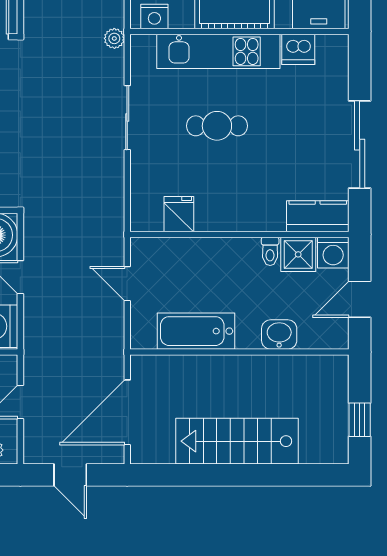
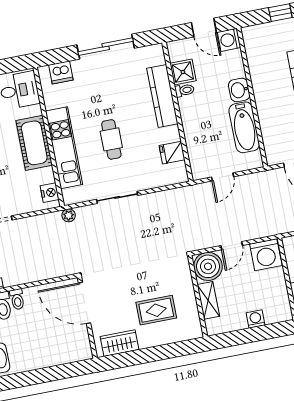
dishwasher: (298, 49) -> (61, 72), moved, turned 90
kitchen counter: (318, 216) -> (162, 96), moved, width x1.50
washing machine: (333, 253) -> (229, 40), moved, turned 180
washbasin: (279, 335) -> (239, 90), moved

